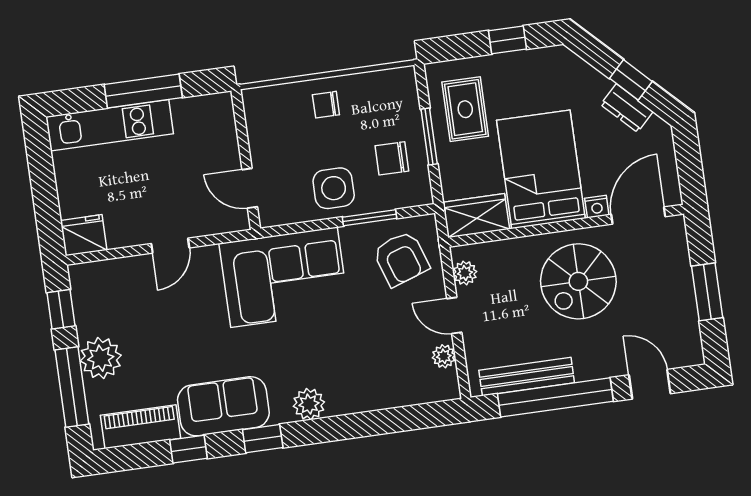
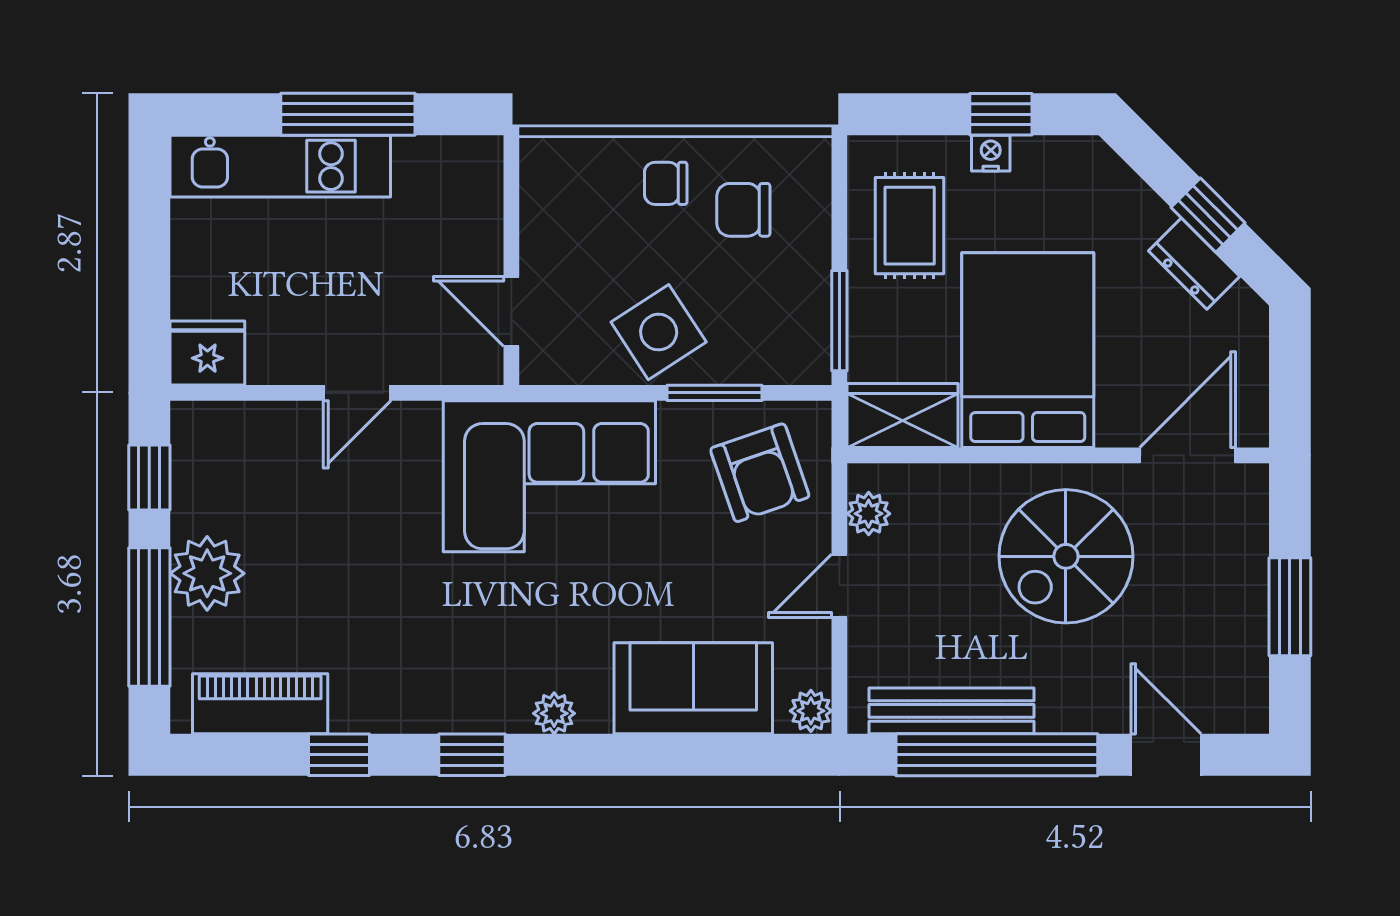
window: (429, 137) -> (839, 321), moved
chair: (392, 158) -> (743, 210), moved
side table: (334, 188) -> (659, 332), turned -33
nightstand: (597, 207) -> (991, 153), moved, turned 180
door: (454, 316) -> (839, 586), hinge flipped
plant: (444, 356) -> (811, 711), moved
plant: (309, 404) -> (554, 713), width x0.73, depth x0.73
sofa: (223, 406) -> (693, 688), moved

